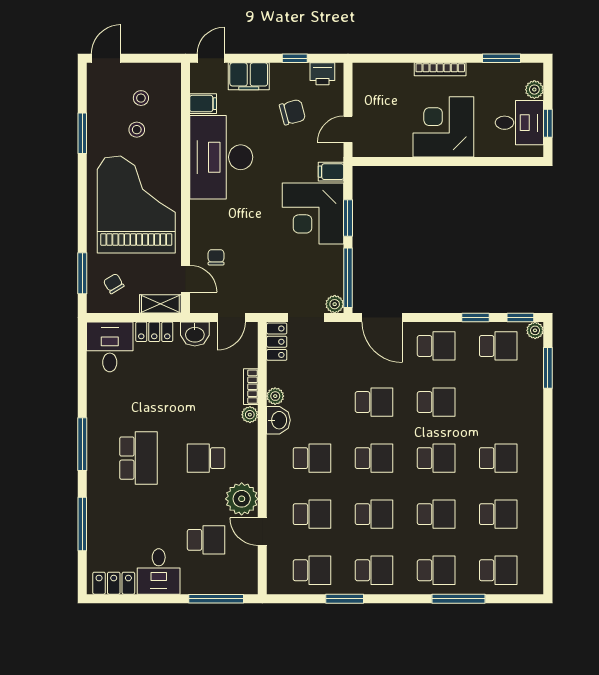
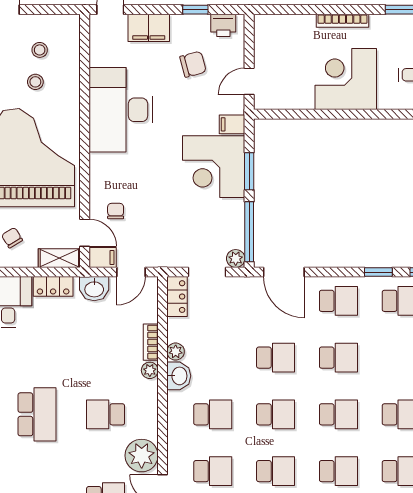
filing cabinet: (203, 104) -> (103, 257), moved

